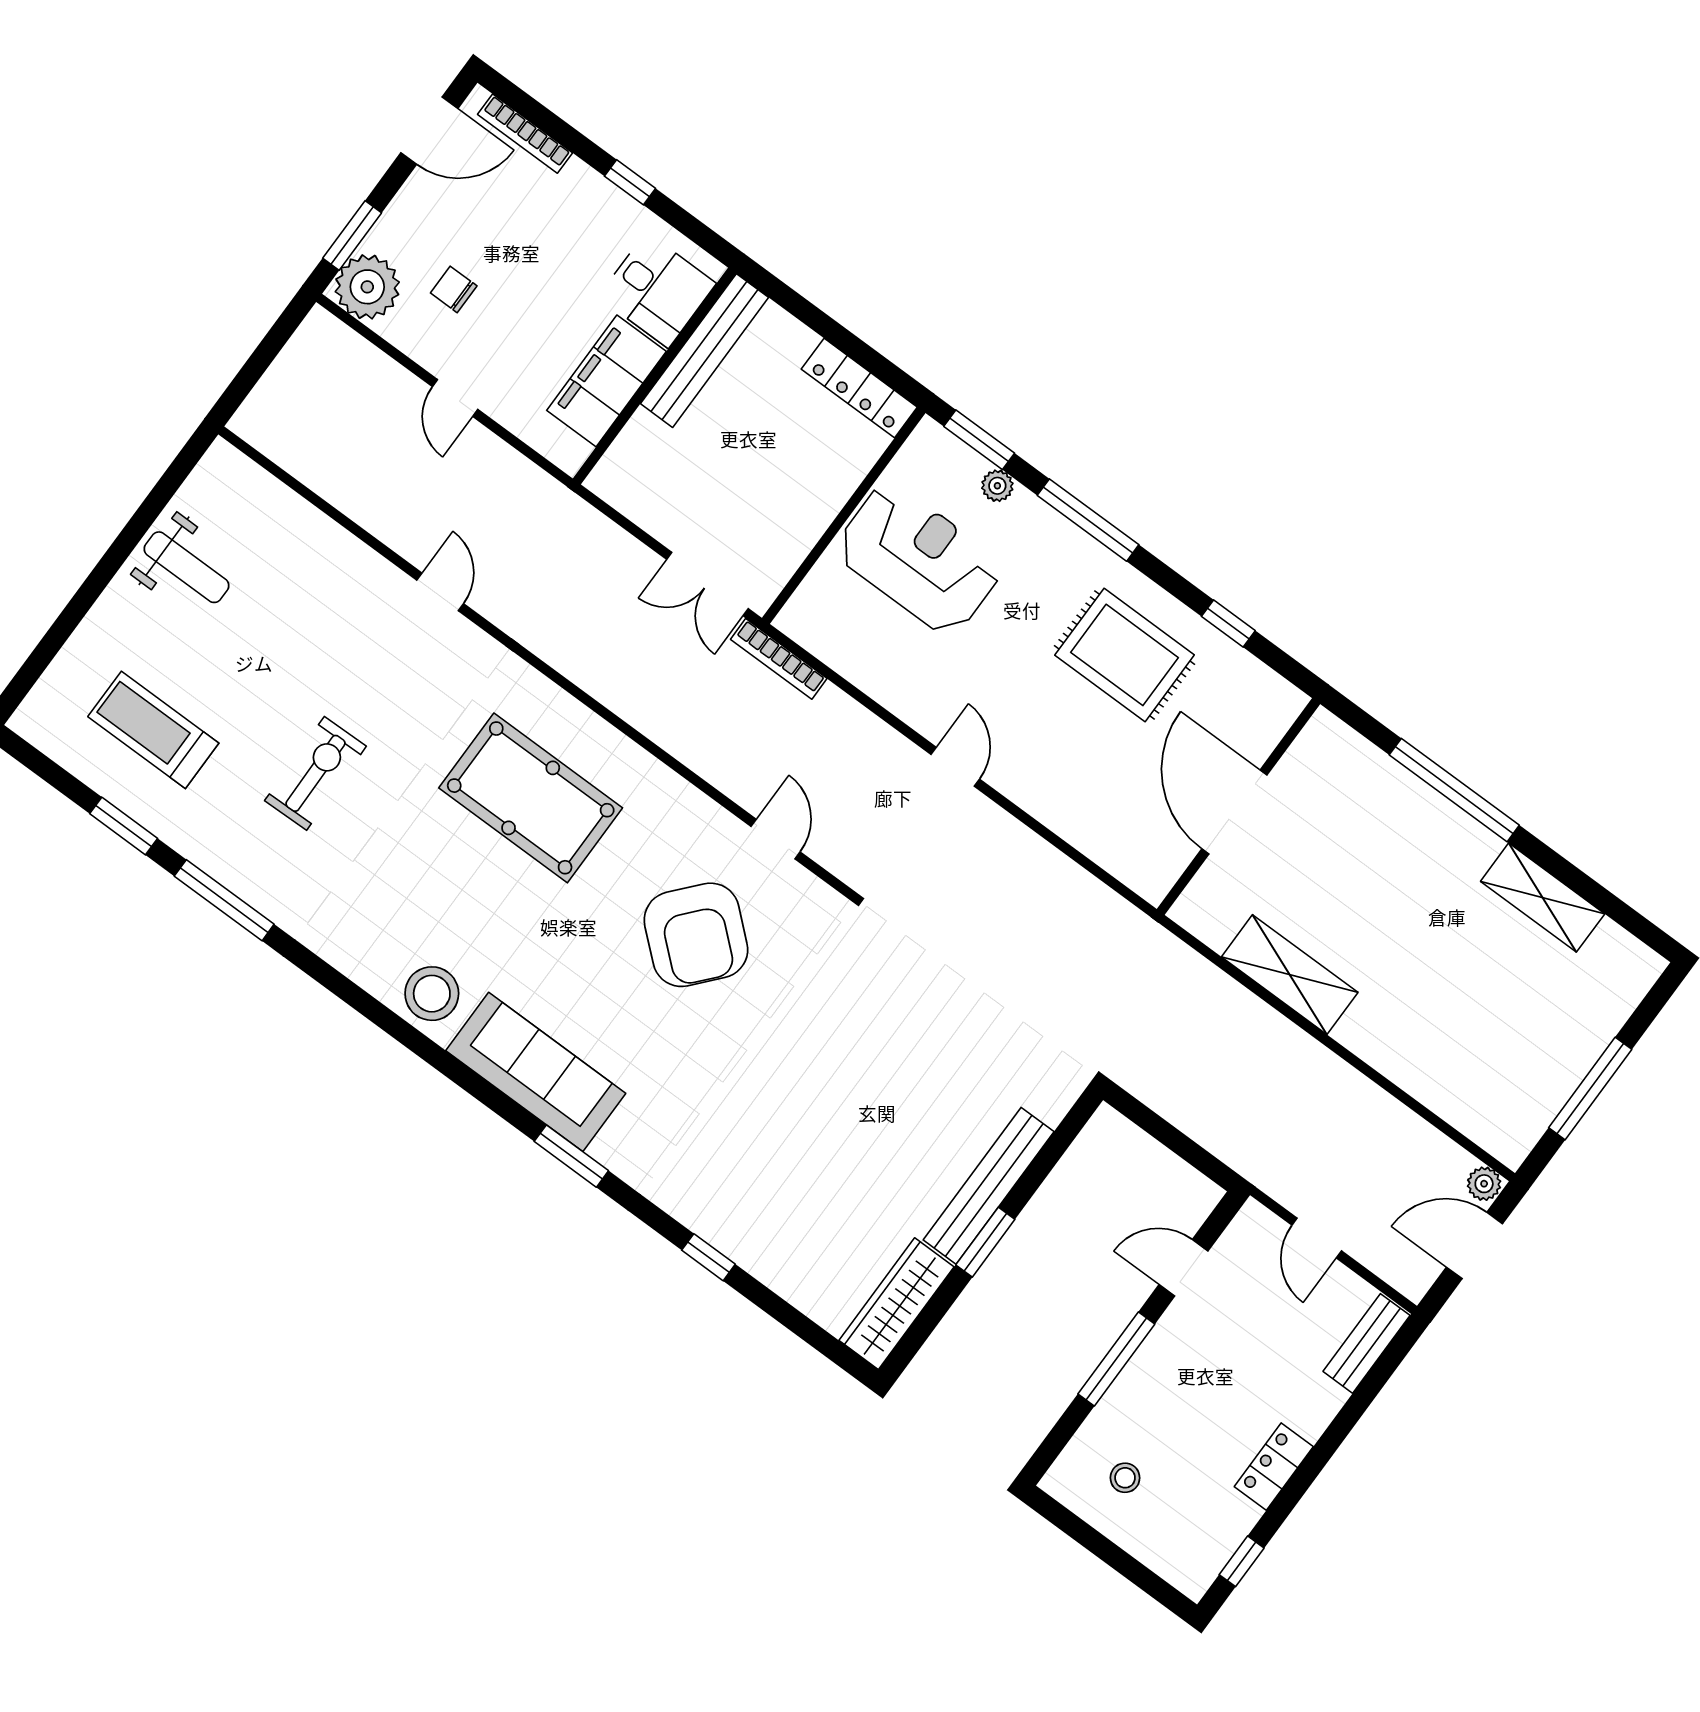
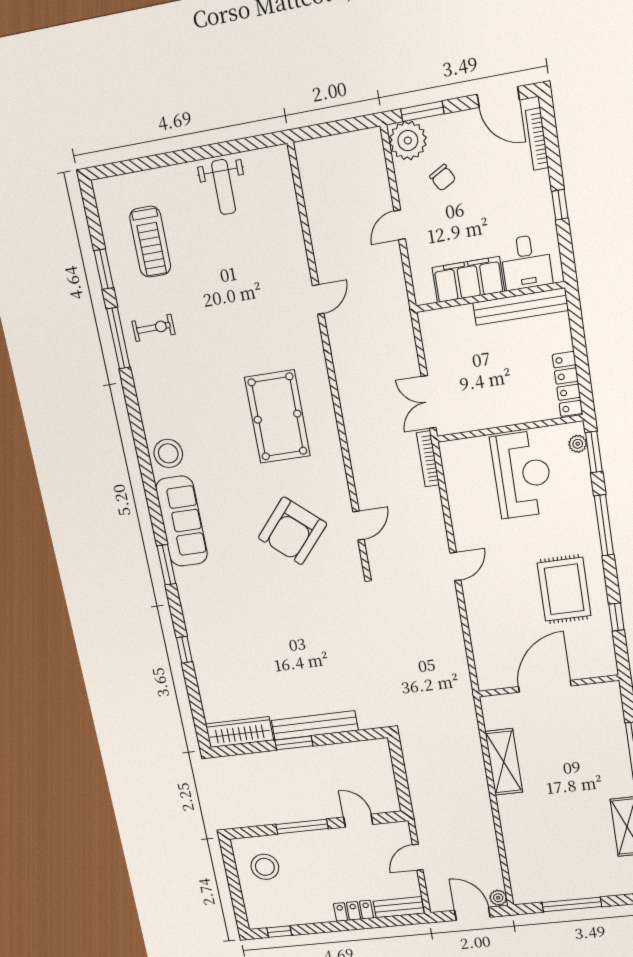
chair: (454, 289) -> (443, 178), turned 151
plant: (997, 486) -> (578, 444), moved
treadmill: (153, 730) -> (150, 242), turned 180
exercise bike: (315, 773) -> (153, 328), moved, width x0.73, depth x0.72
locker: (1274, 1467) -> (353, 911), moved
stool: (1125, 1478) -> (265, 867), width x1.89, depth x1.89

